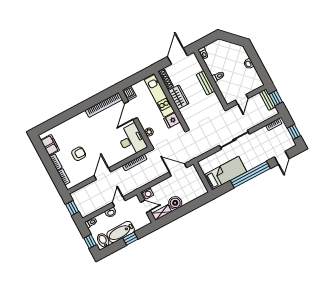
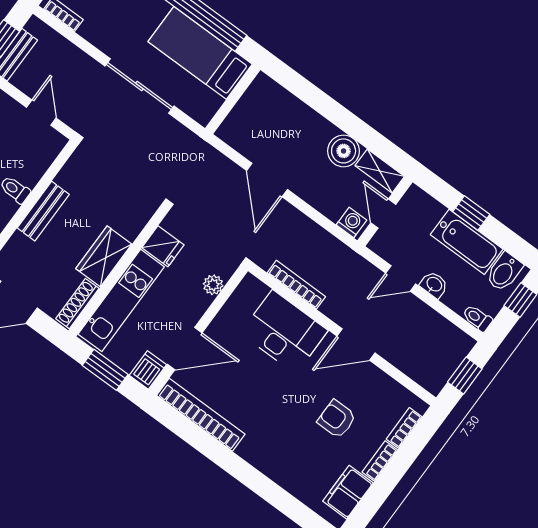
window: (137, 78) -> (105, 370), added
door: (242, 99) -> (41, 113), hinge flipped
desk: (132, 140) -> (284, 332), moved, turned 90
bed: (225, 173) -> (200, 53), moved
wall: (203, 177) -> (233, 99), moved

